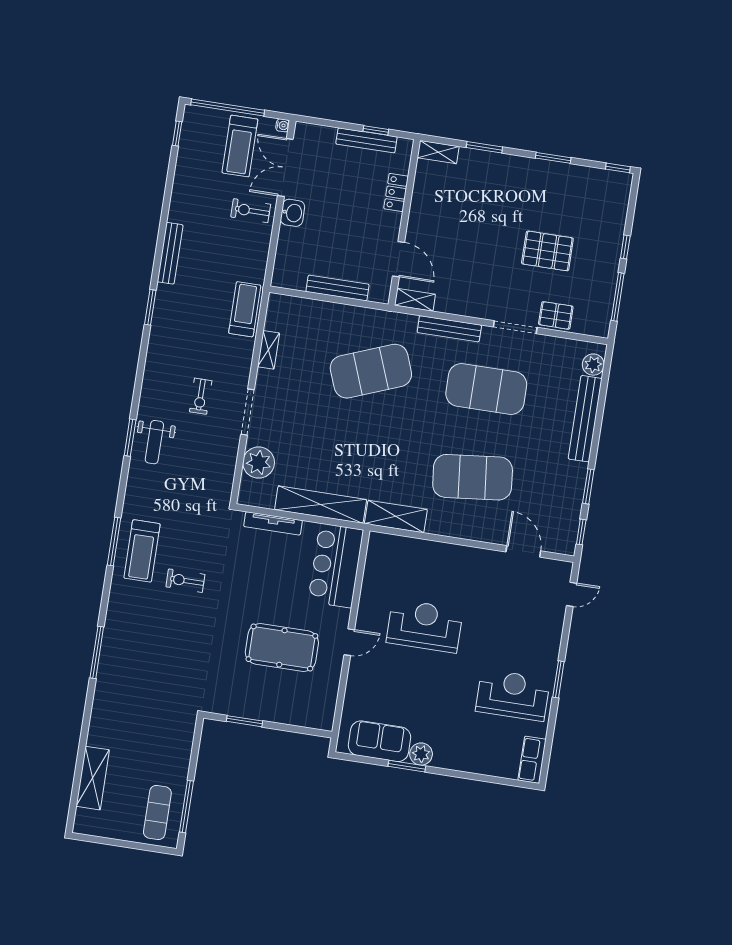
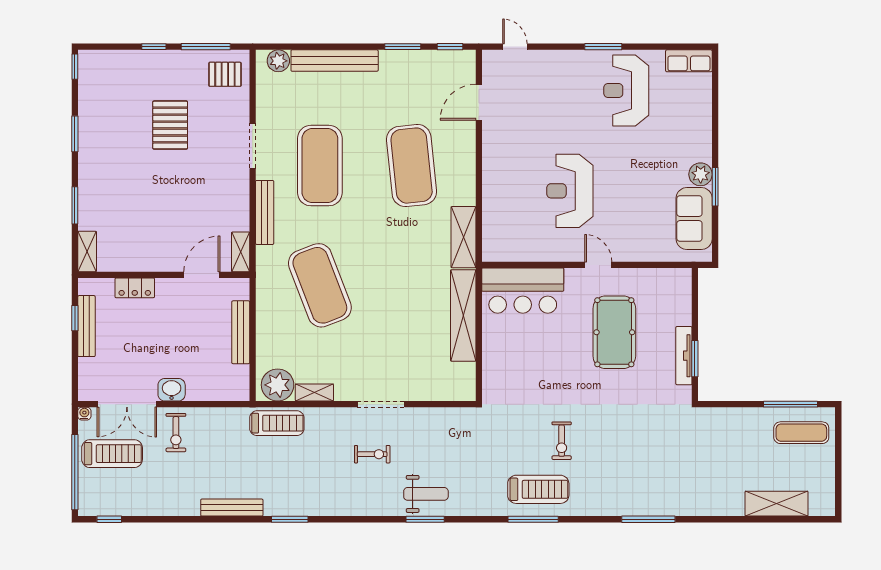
treadmill: (245, 309) -> (277, 423), turned 180
pallet: (556, 315) -> (225, 74), moved, turned 90
plant: (259, 463) -> (278, 385), moved
tv unit: (273, 523) -> (684, 356), moved, turned 180

